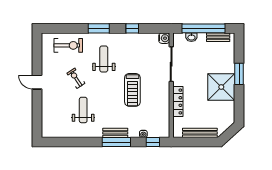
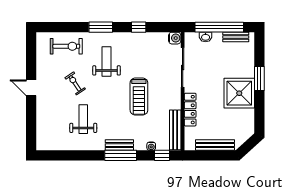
bench: (165, 119) -> (175, 130), added

